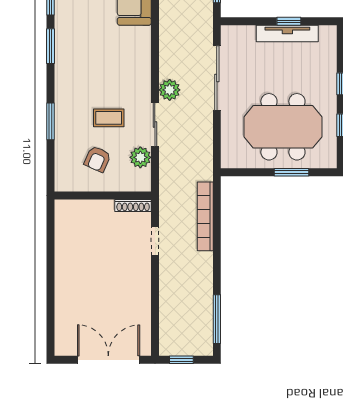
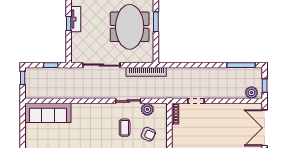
tv unit: (287, 34) -> (76, 19), width x0.71
plant: (170, 90) -> (252, 92), moved
bookcase: (205, 216) -> (146, 72), moved

